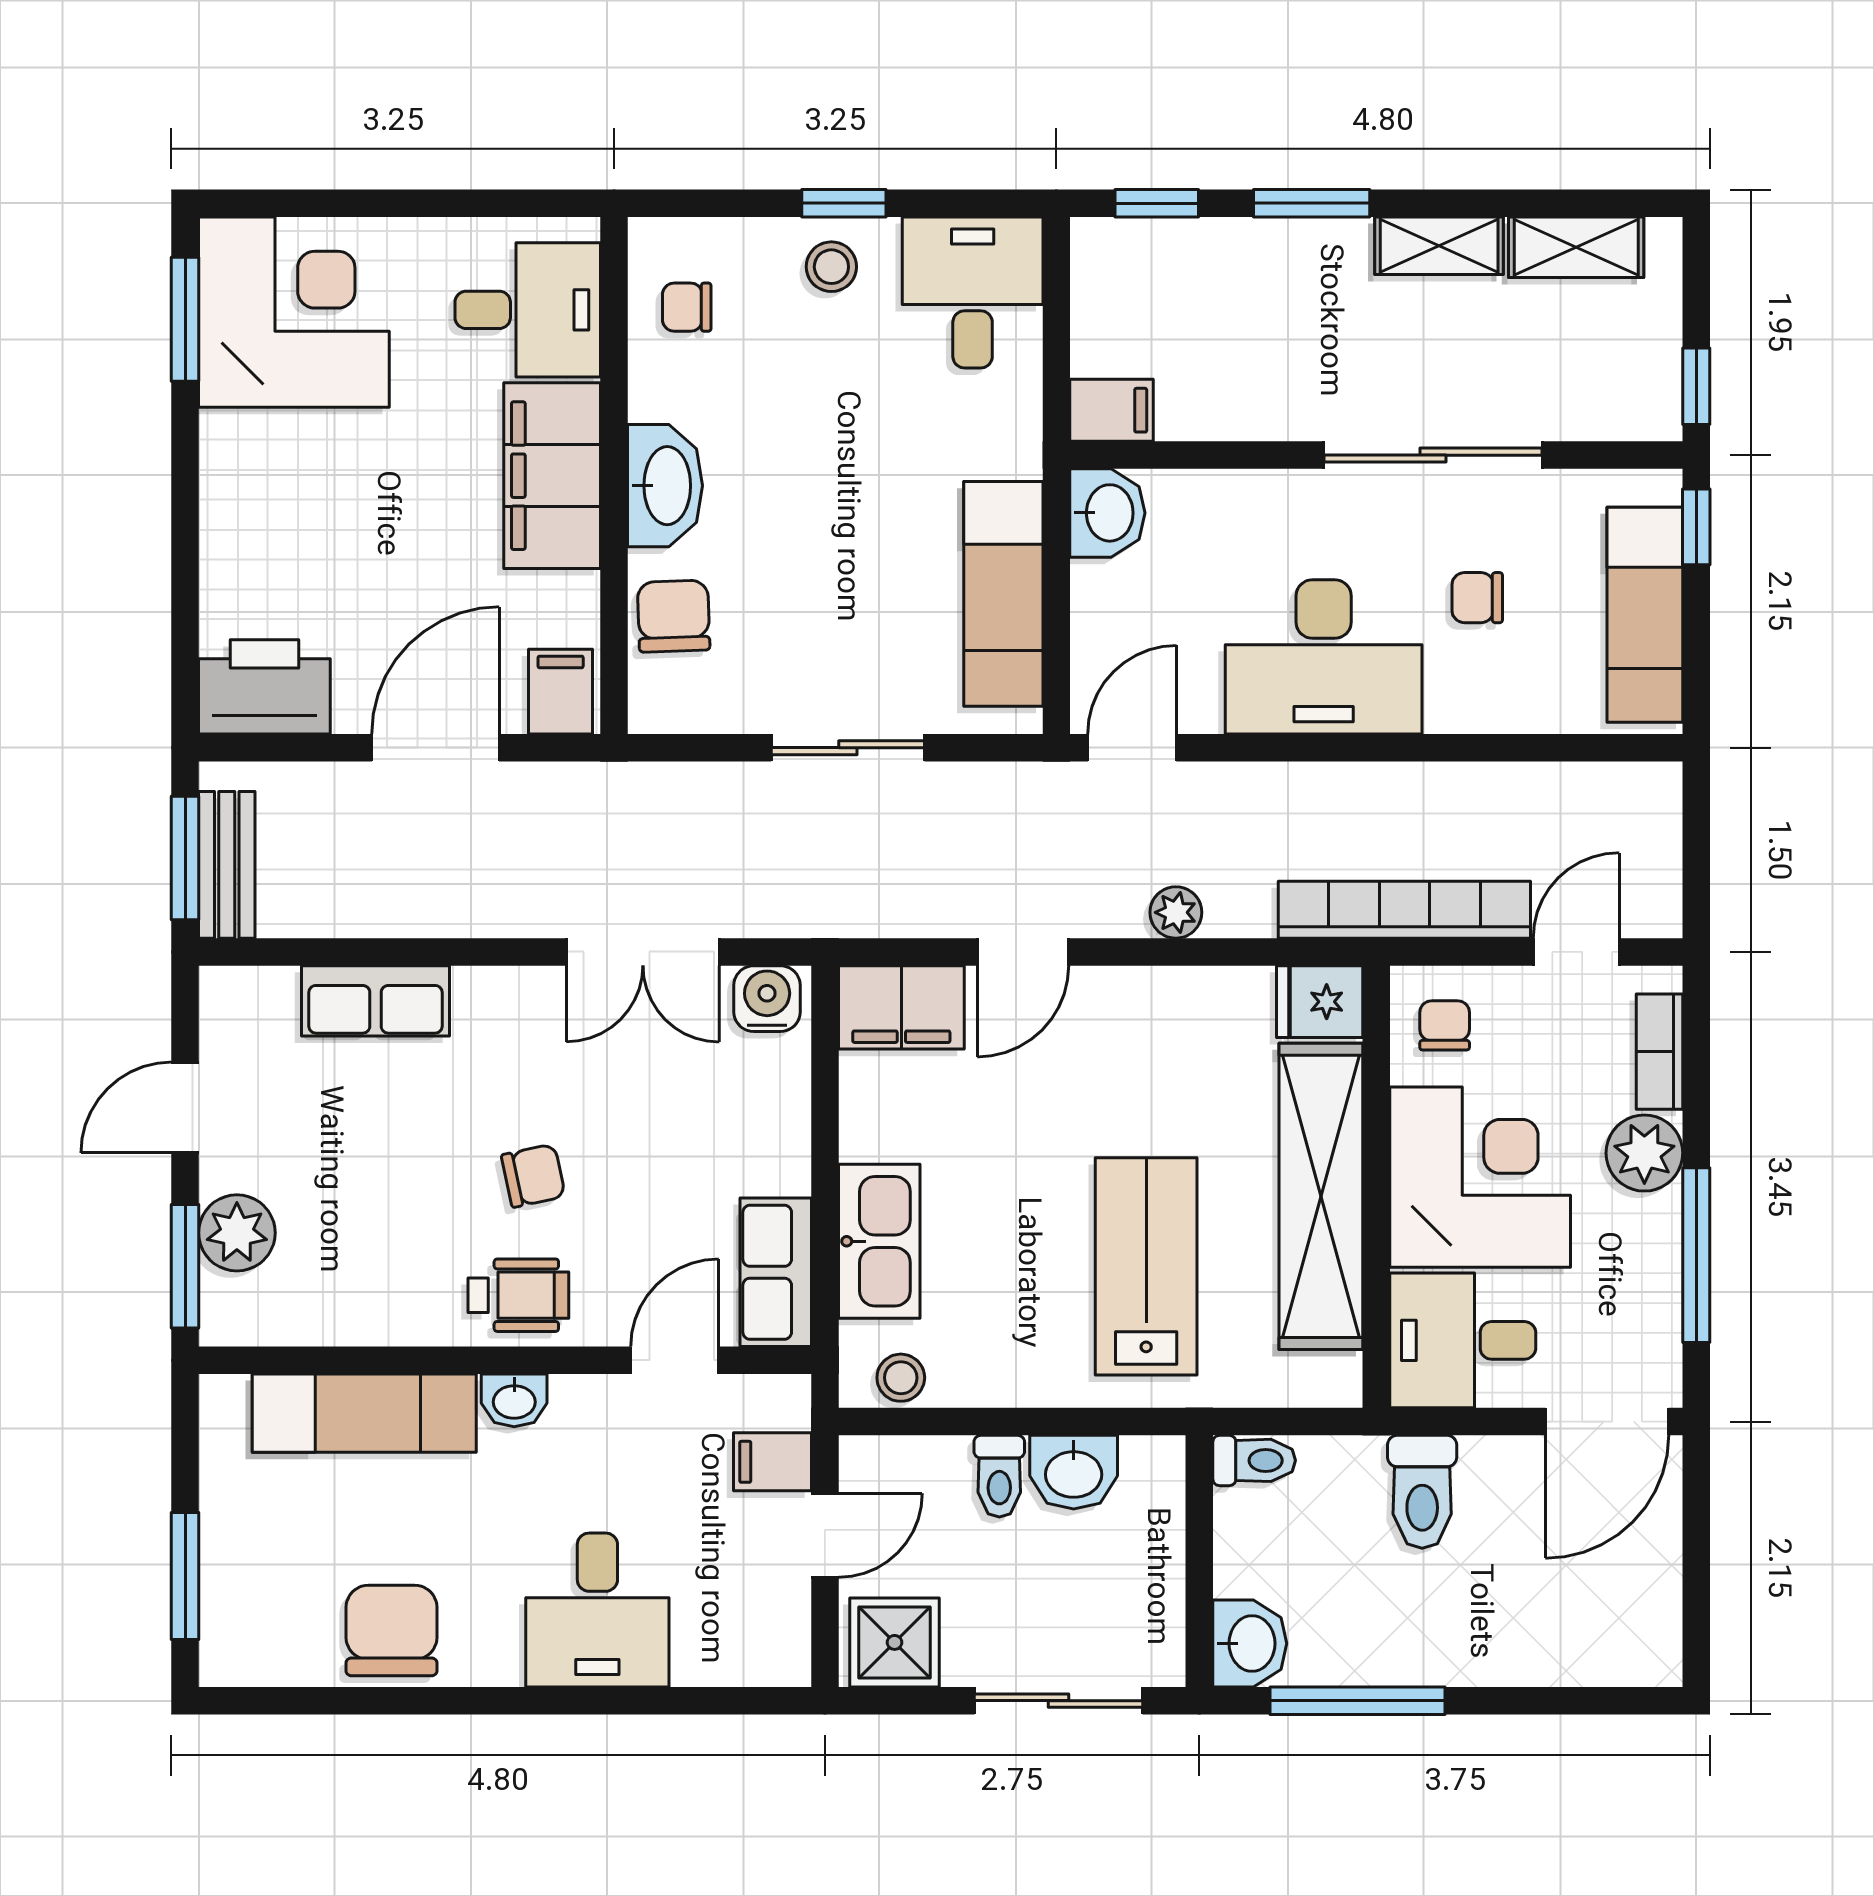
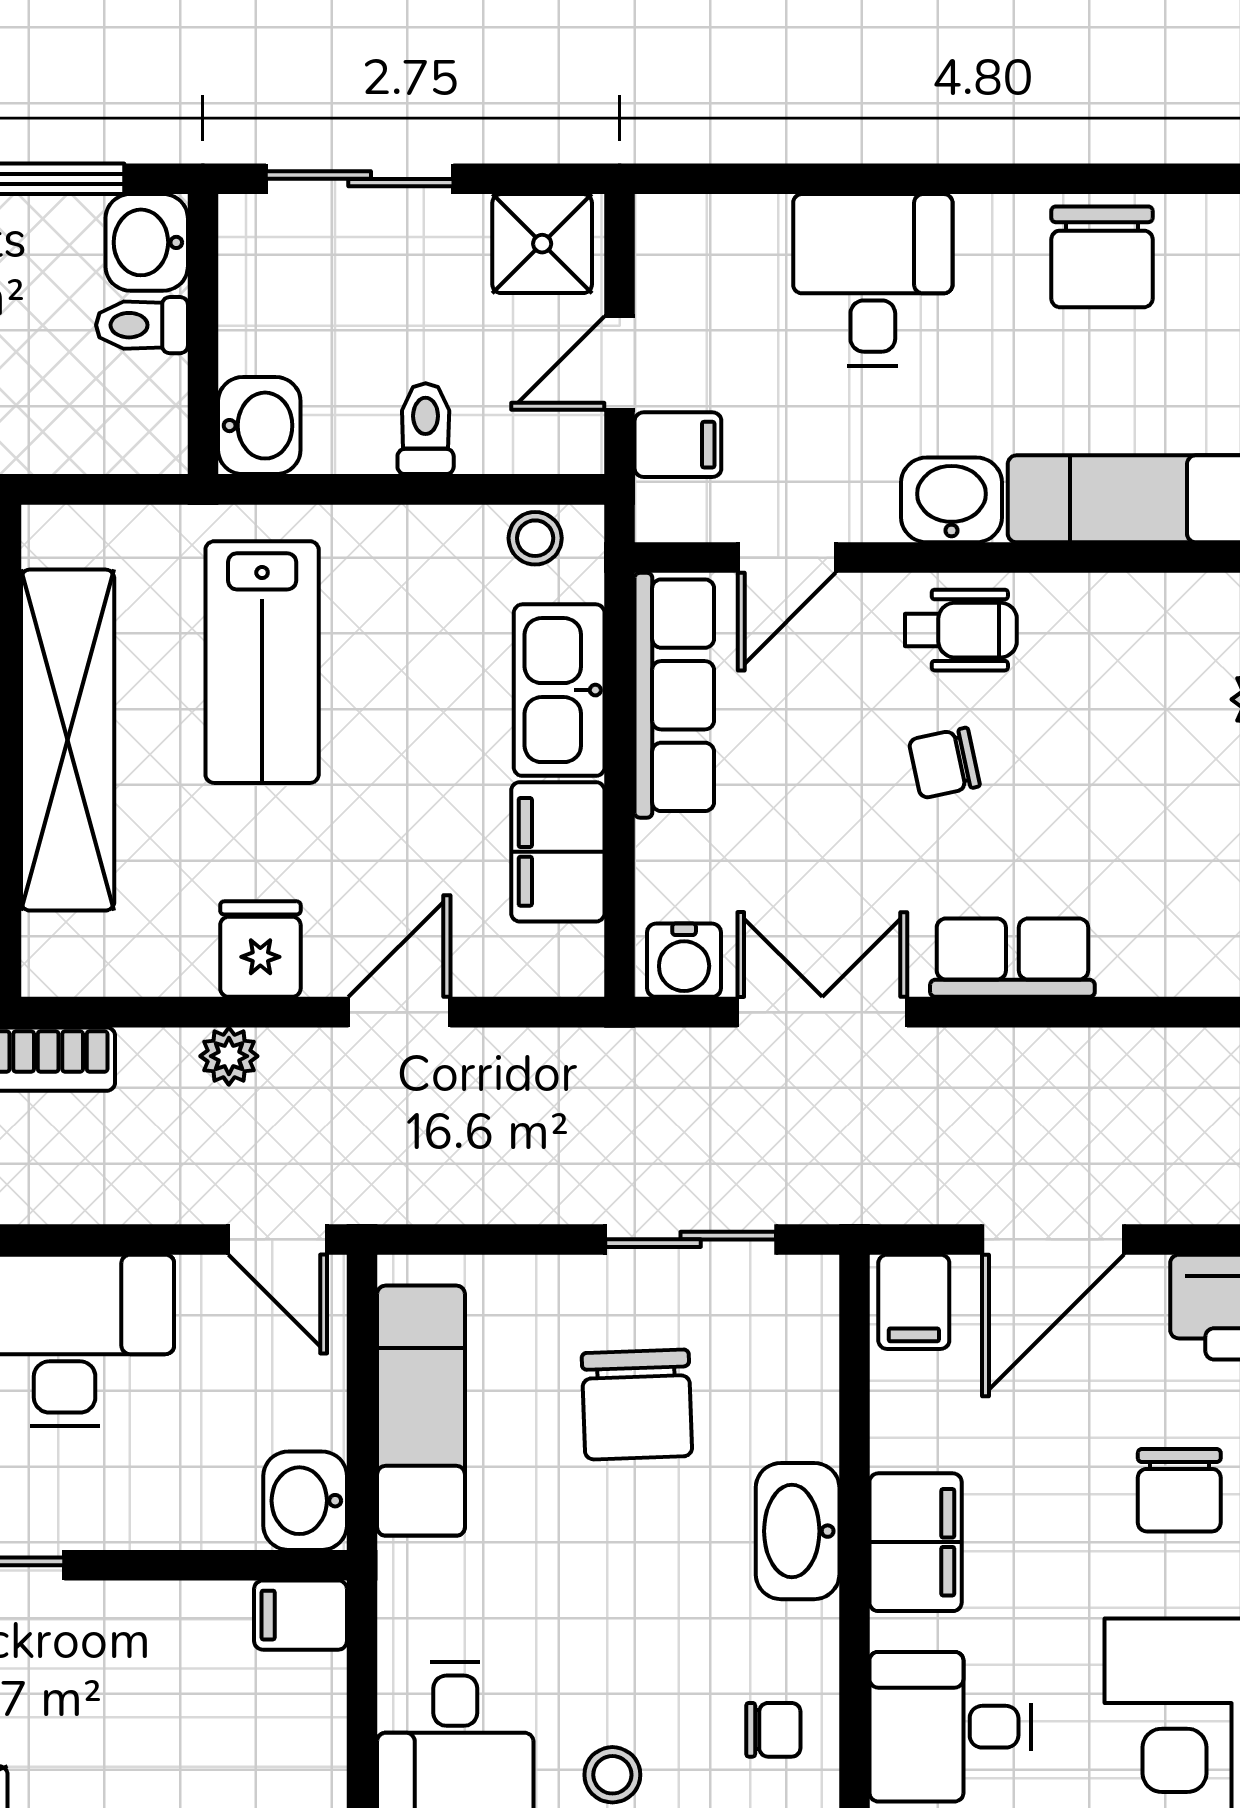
filing cabinet: (552, 476) -> (916, 1542), width x0.67, depth x0.86
chair: (322, 522) -> (1179, 1490), added
chair: (674, 616) -> (637, 1405), moved, width x1.37, depth x1.37
sliding door: (848, 748) -> (691, 1239), moved
door: (1132, 748) -> (278, 1239), hinge flipped
row of seats: (375, 1001) -> (1012, 958), moved
fridge: (1320, 1002) -> (260, 949), moved, turned -90
filing cabinet: (901, 1007) -> (558, 852), moved, turned -90
row of seats: (776, 1272) -> (674, 695), width x1.48
wheelchair: (518, 1295) -> (961, 630), turned 180
washbasin: (514, 1400) -> (951, 500), width x1.38, depth x1.45
toilet: (1254, 1460) -> (142, 325), moved
washbasin: (1074, 1472) -> (259, 426), moved, turned 90

